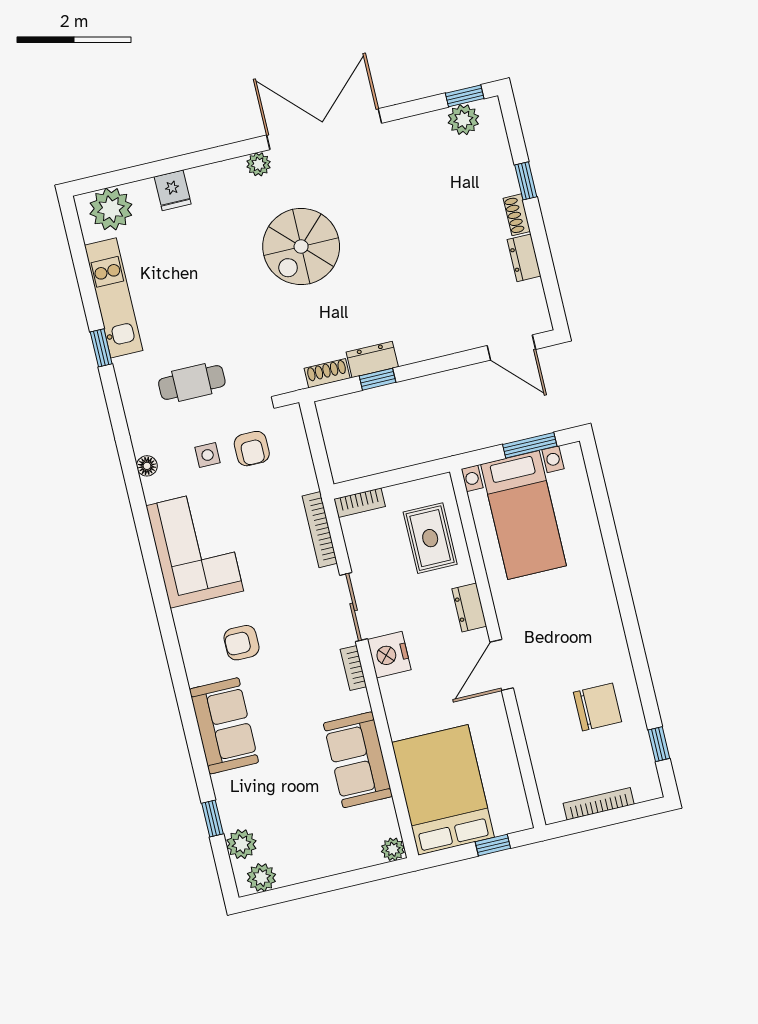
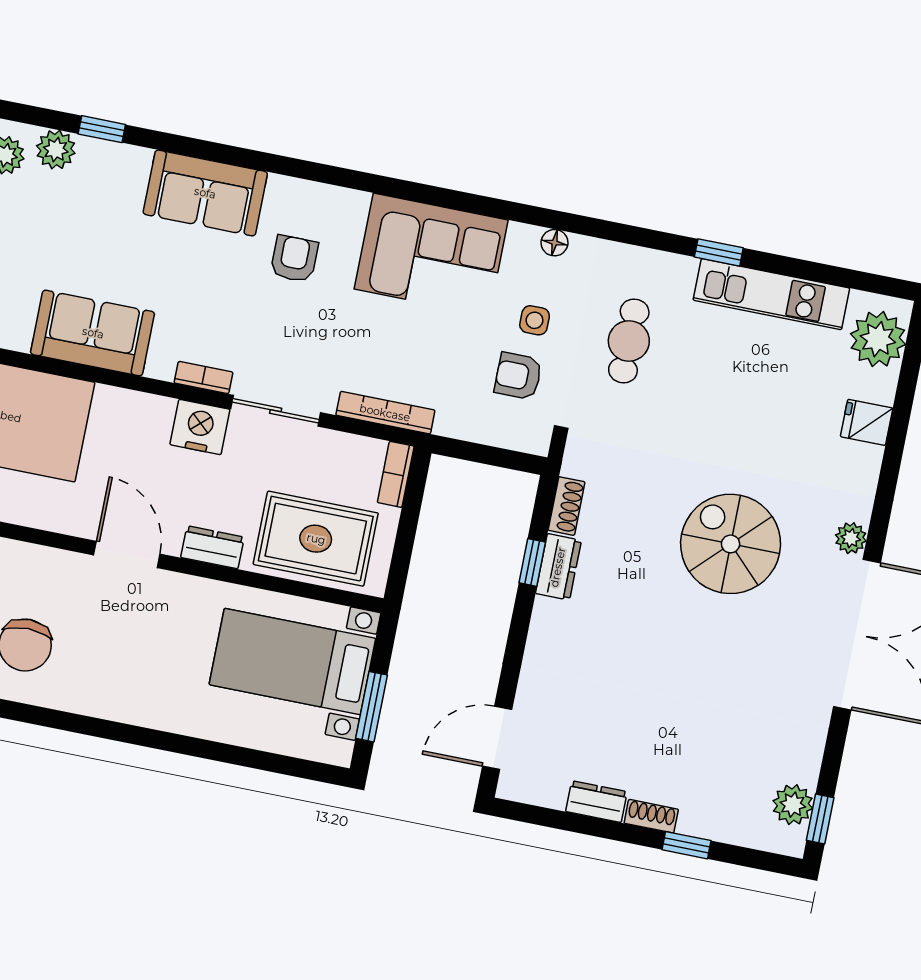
rug: (430, 538) -> (316, 539), width x1.36, depth x1.43

